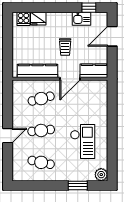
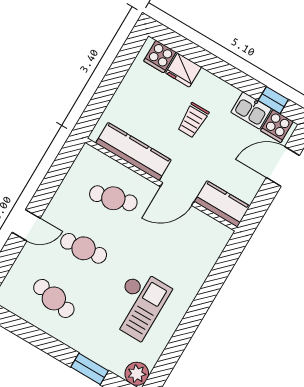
cooker: (98, 19) -> (277, 126), added
trolley: (65, 47) -> (193, 120), moved

